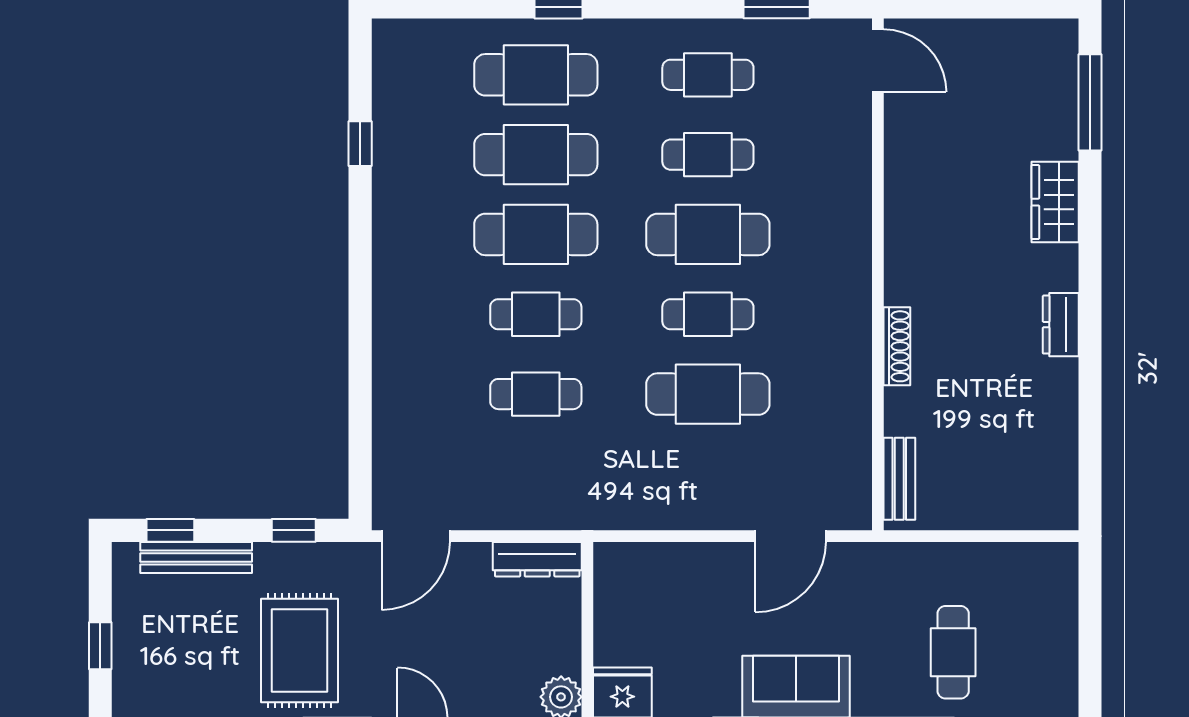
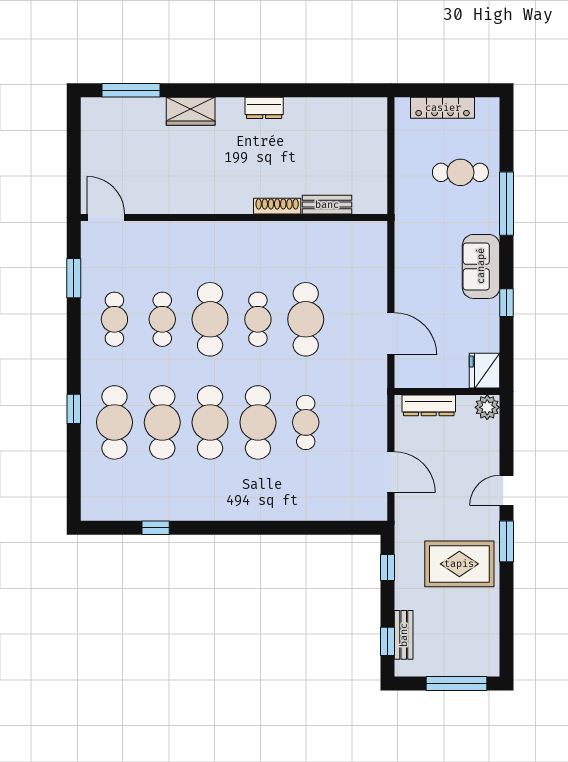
door: (878, 61) -> (106, 217), hinge flipped
cafe table: (536, 314) -> (258, 422), width x1.37, depth x1.35
bench: (899, 479) -> (327, 205), moved
door: (416, 536) -> (391, 472), moved
door: (790, 536) -> (391, 334), moved
bench: (196, 557) -> (404, 635), width x0.73
dresser: (537, 559) -> (429, 405), moved, turned 90
locker: (1061, 622) -> (443, 108), added
window: (100, 646) -> (456, 683), width x2.17

